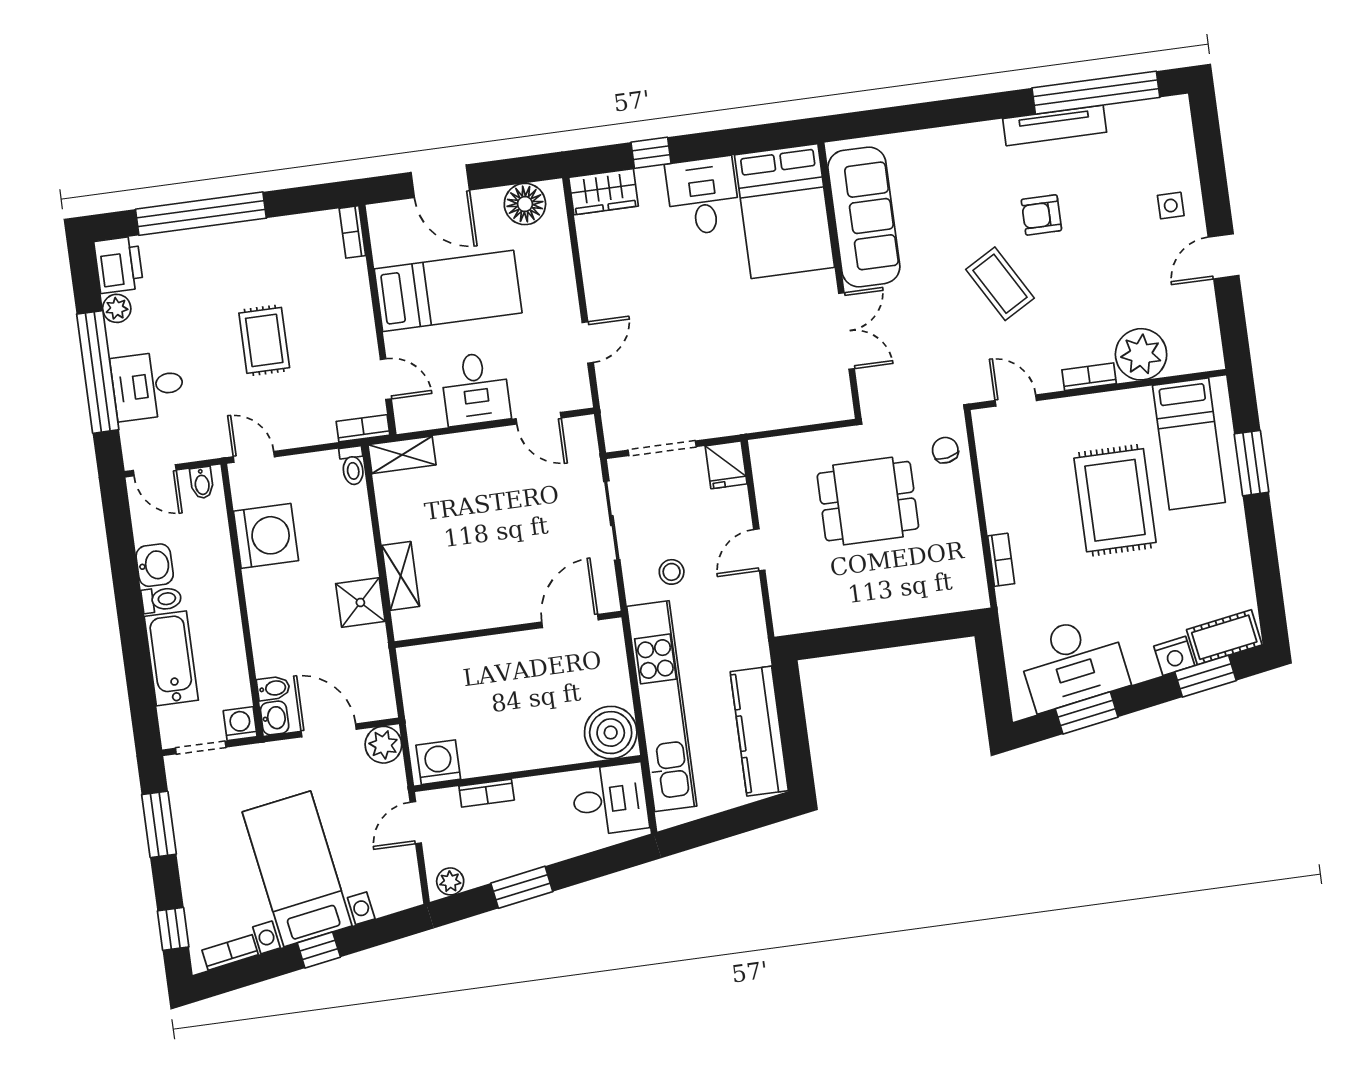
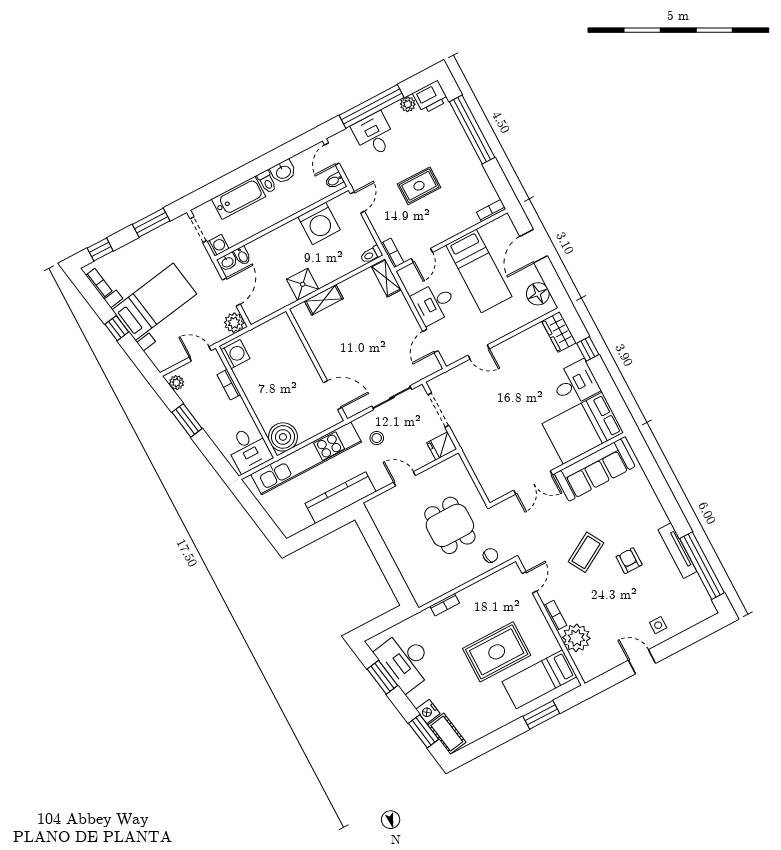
kitchen counter: (759, 731) -> (341, 498), moved

